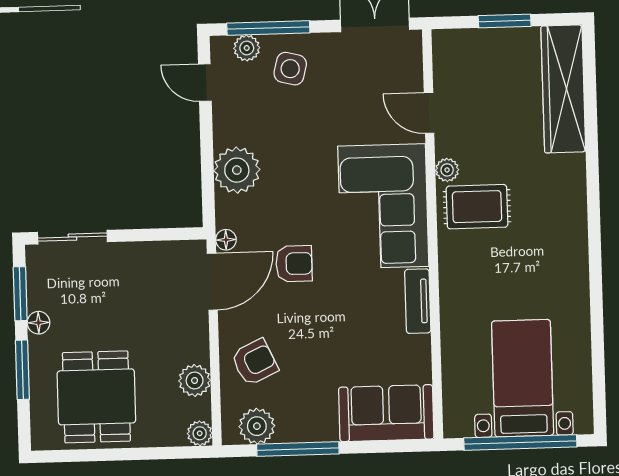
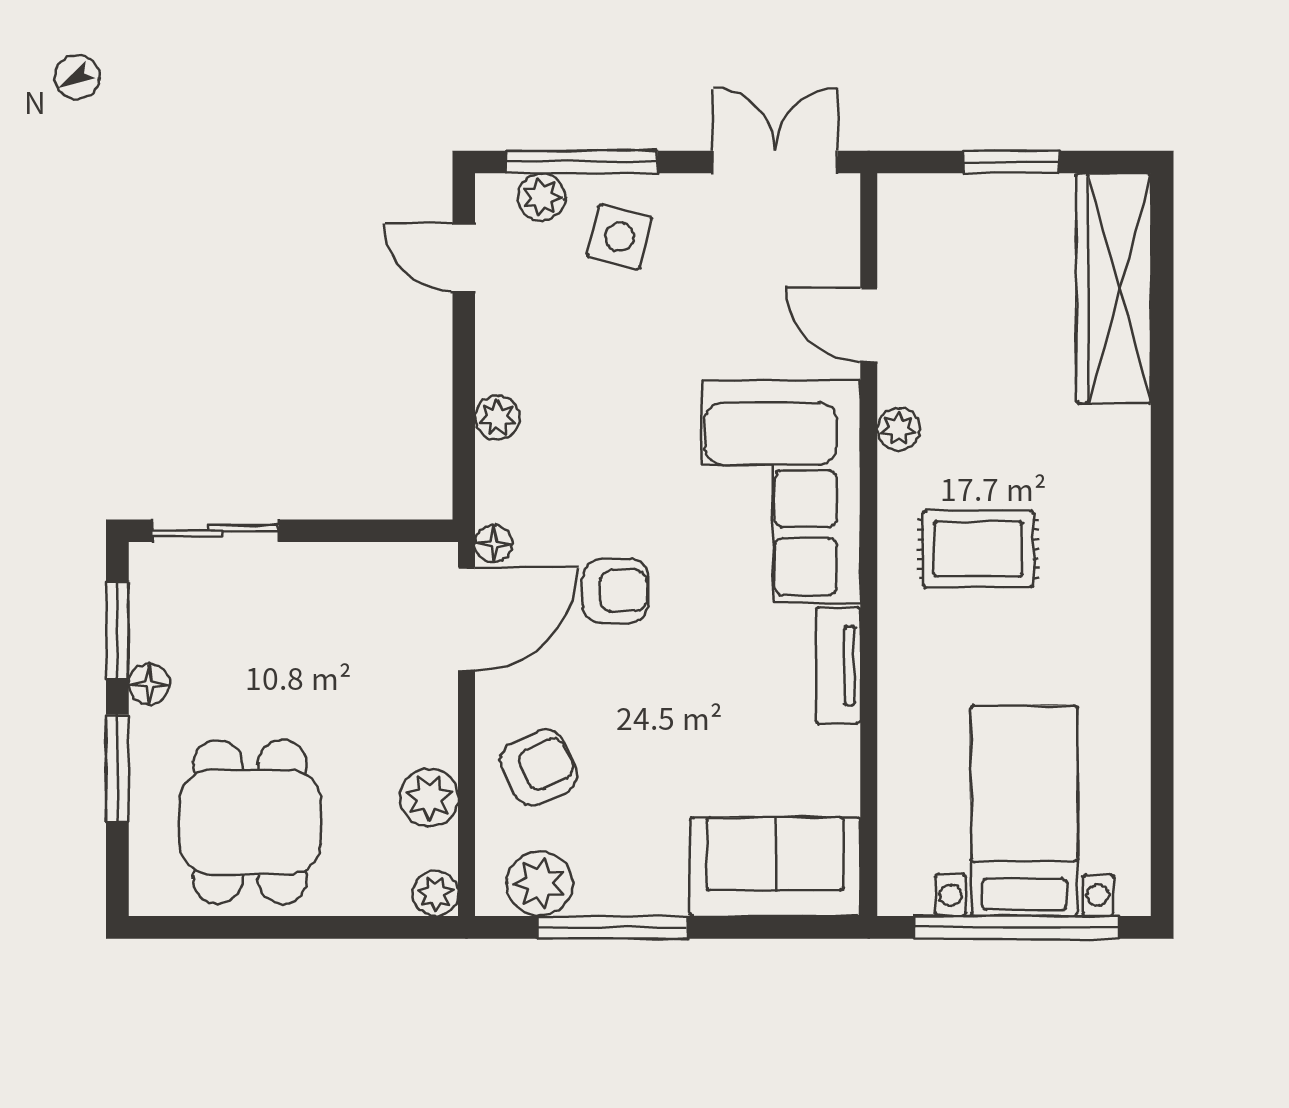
plant: (237, 170) -> (497, 418), width x0.53, depth x0.53
rug: (477, 207) -> (978, 549), moved

